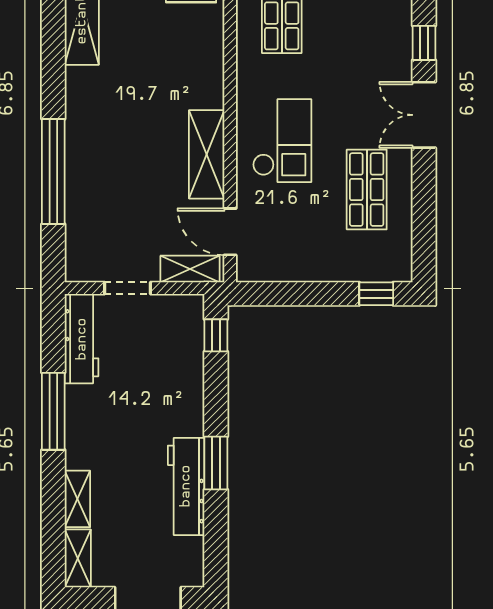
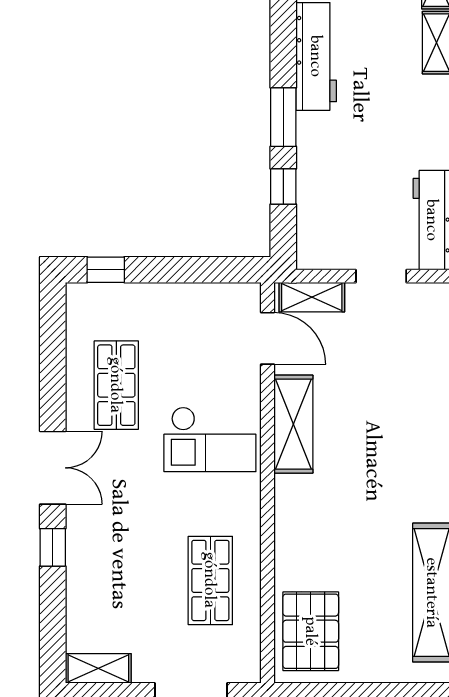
checkout: (282, 141) -> (210, 439), turned -90
window: (216, 335) -> (283, 187), moved
window: (216, 463) -> (283, 117), moved

